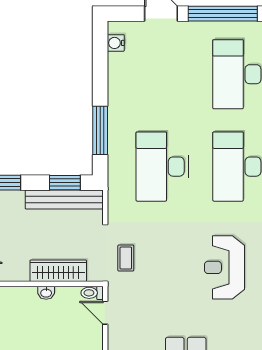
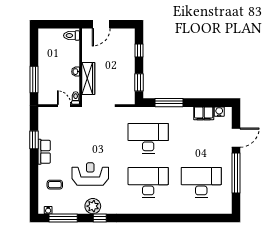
filing cabinet: (119, 70) -> (204, 113), added
bench: (64, 199) -> (129, 82), removed
coffee table: (126, 258) -> (55, 185), moved
door: (105, 313) -> (64, 106), hinge flipped

